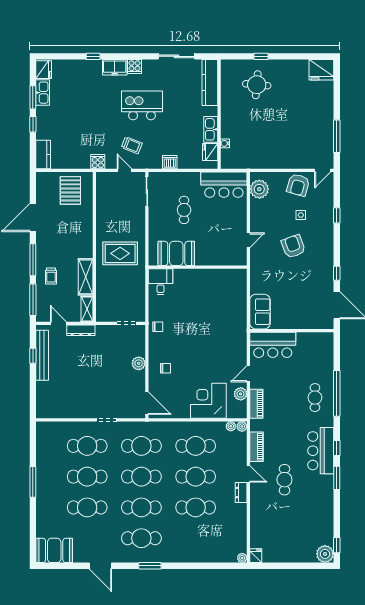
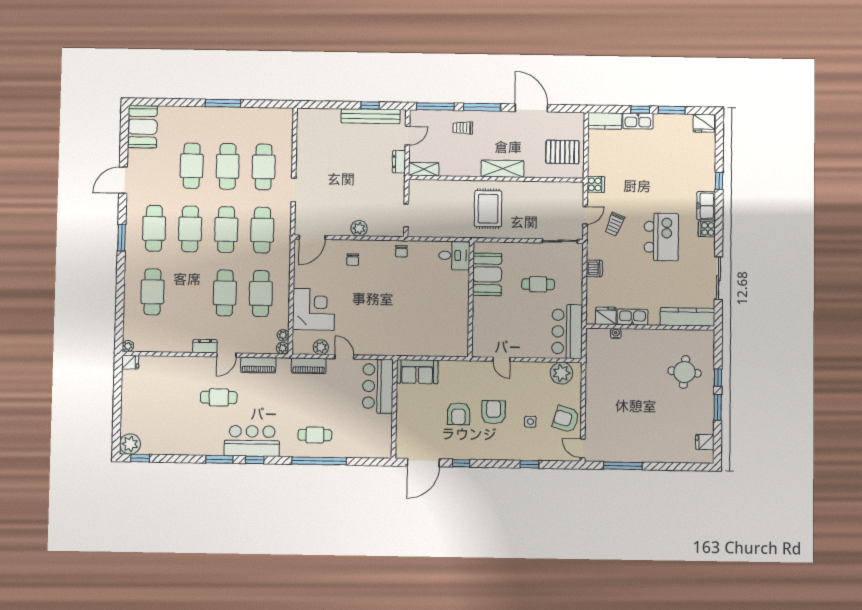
window: (286, 56) -> (718, 407), added
fridge: (321, 70) -> (705, 442), width x0.53, depth x0.75
kitchen sink: (43, 93) -> (638, 121), moved
armchair: (293, 246) -> (493, 412), turned -70
armchair: (295, 276) -> (458, 414), added
shelving: (86, 277) -> (502, 169), moved
dresser: (81, 330) -> (399, 162), width x0.70
cafe table: (196, 507) -> (152, 292), moved

